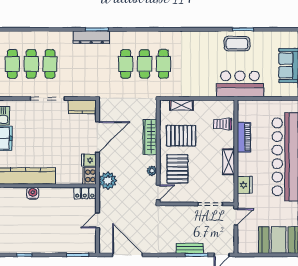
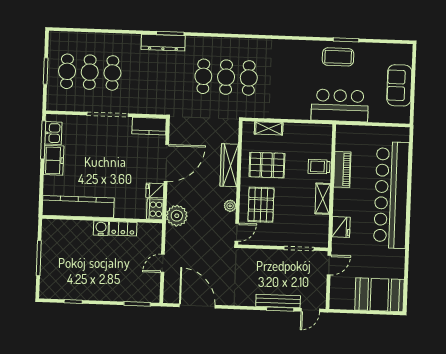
trolley: (223, 124) -> (319, 167), moved
water cooler: (33, 193) -> (101, 228), moved
locker: (85, 193) -> (123, 229), moved
bench: (190, 248) -> (278, 301), width x1.36

